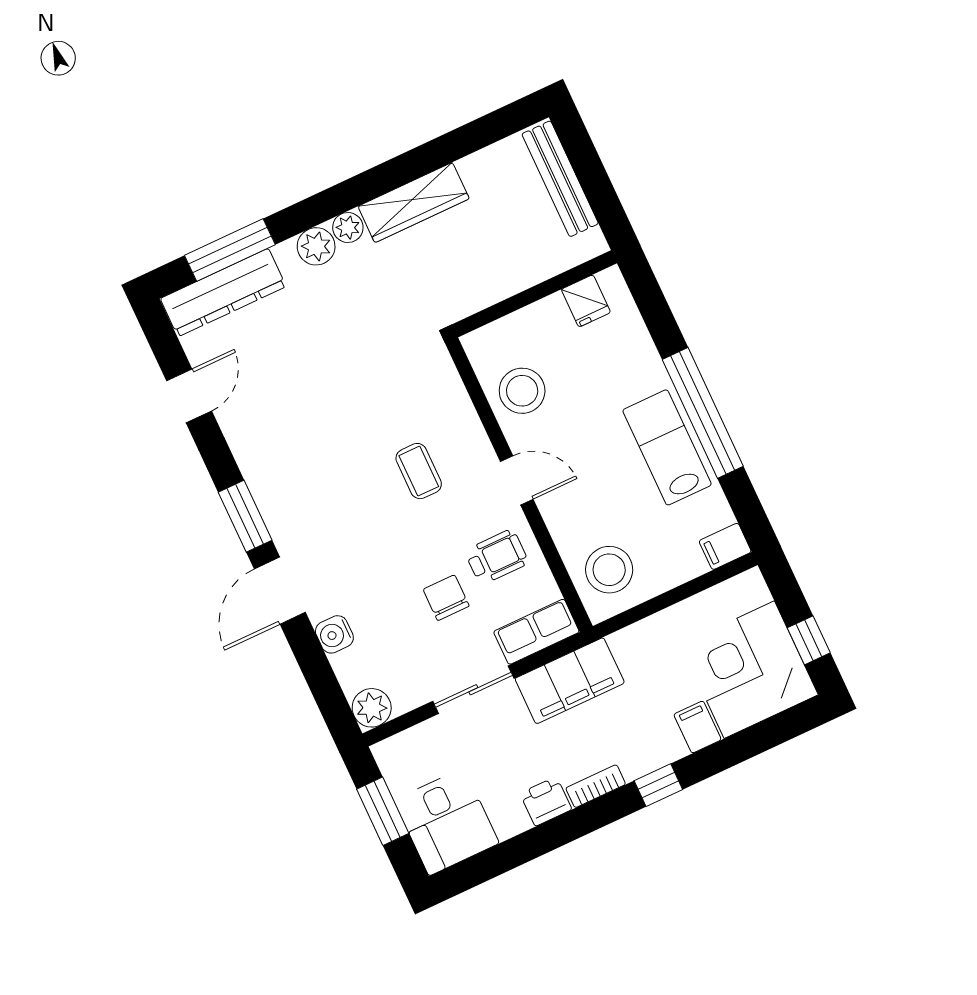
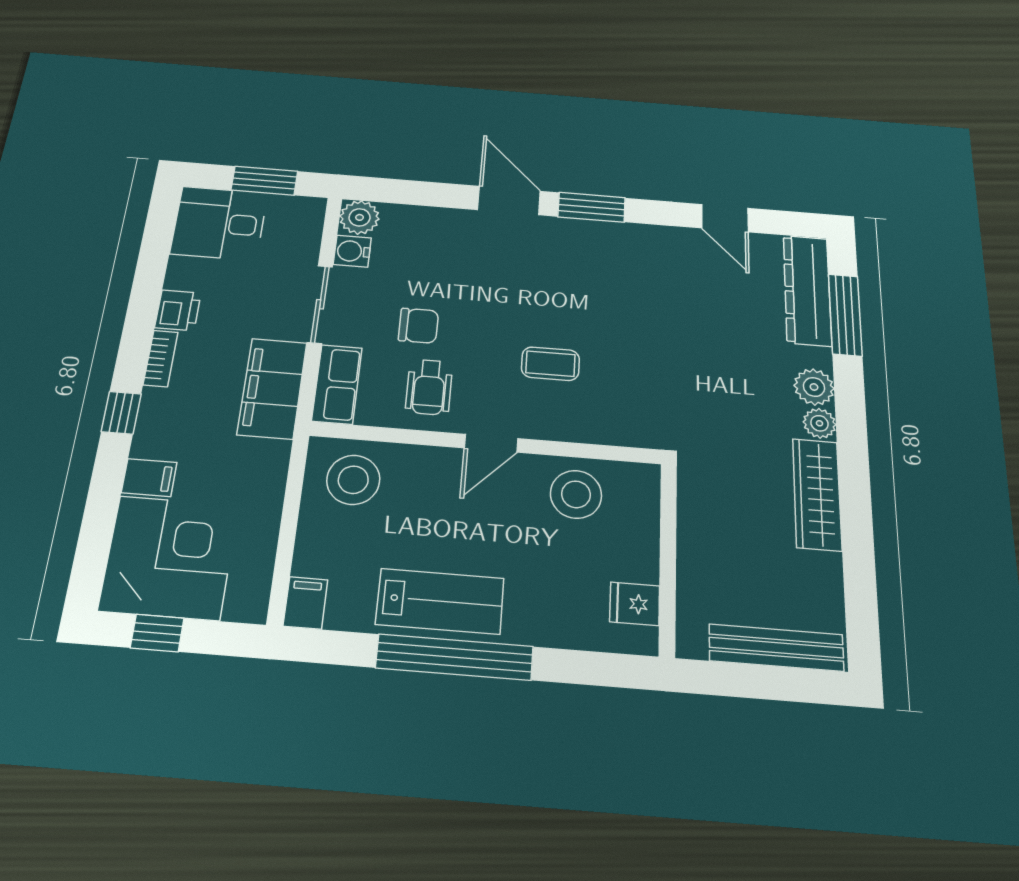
water cooler: (334, 634) -> (352, 251), moved, turned -90

